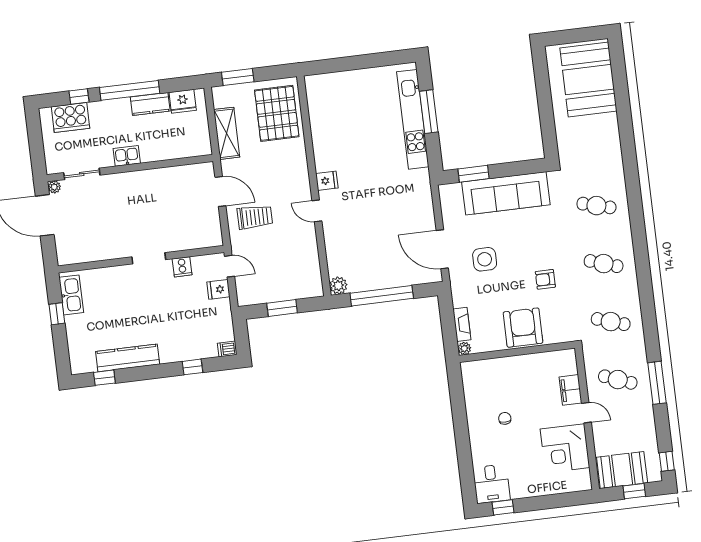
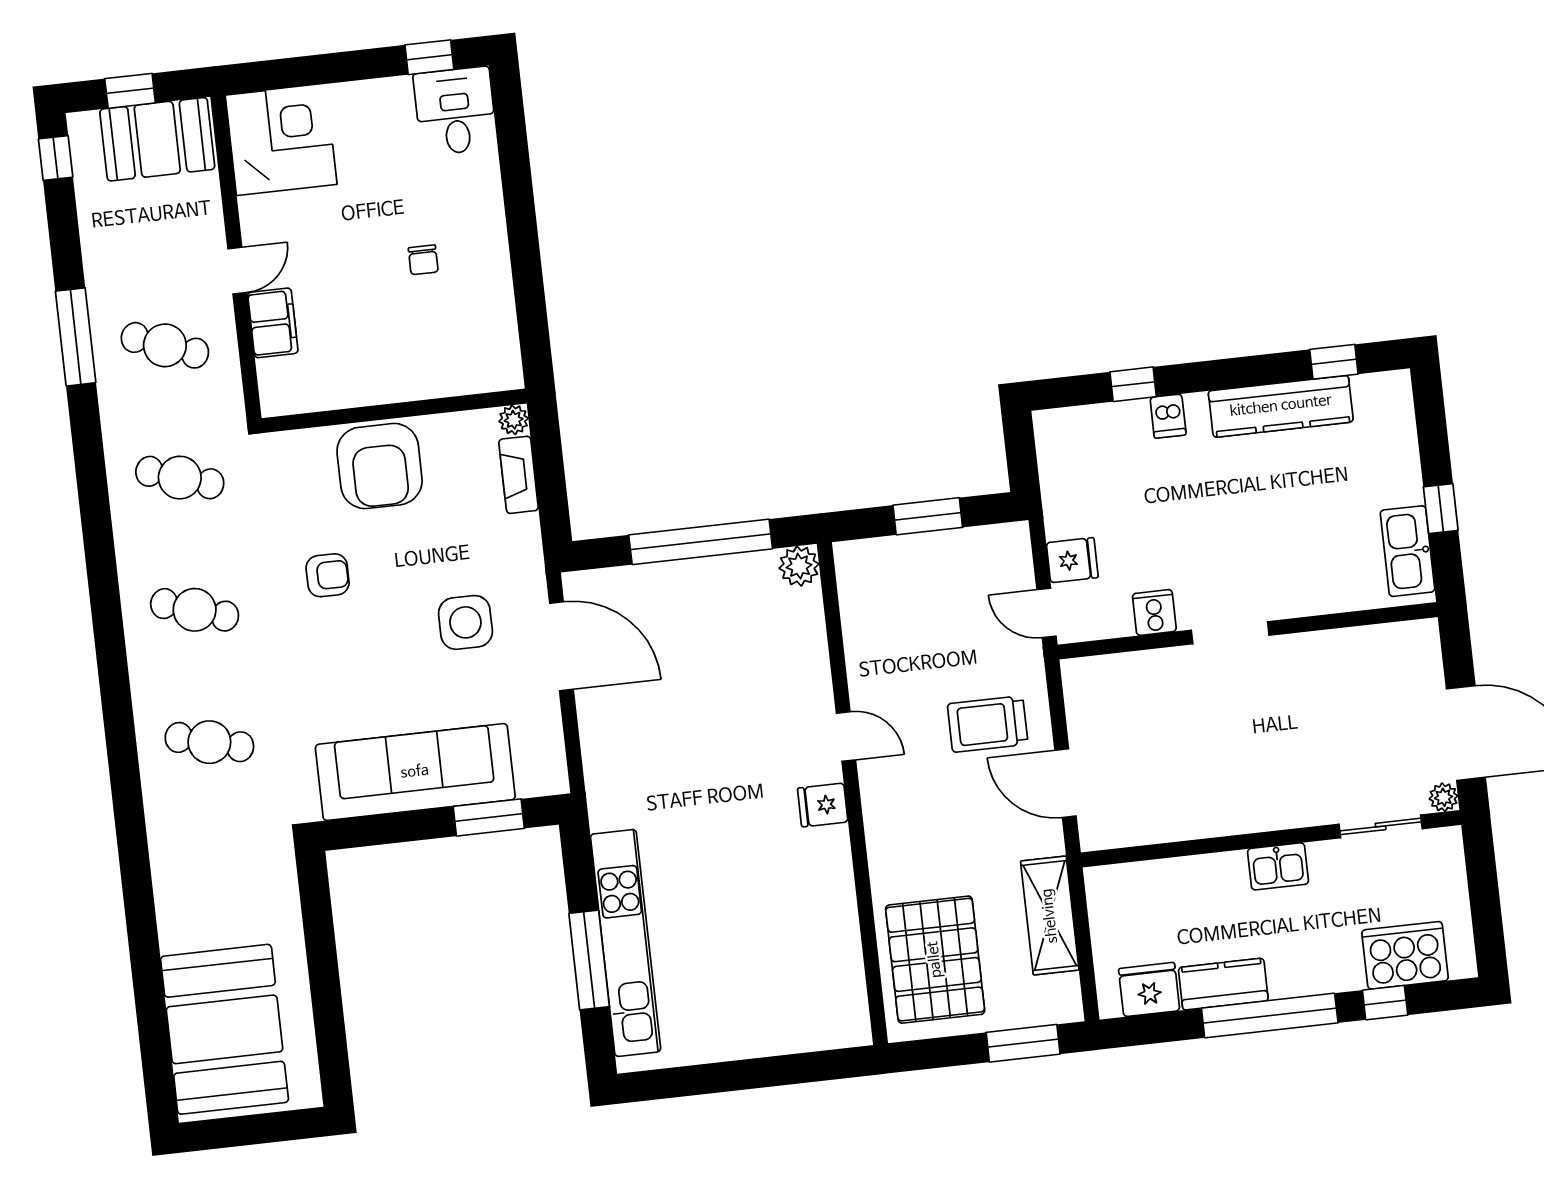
dishwasher: (227, 349) -> (1168, 416), moved, turned 90
door: (586, 413) -> (237, 271), swing flipped
corner desk: (565, 448) -> (281, 140), moved

